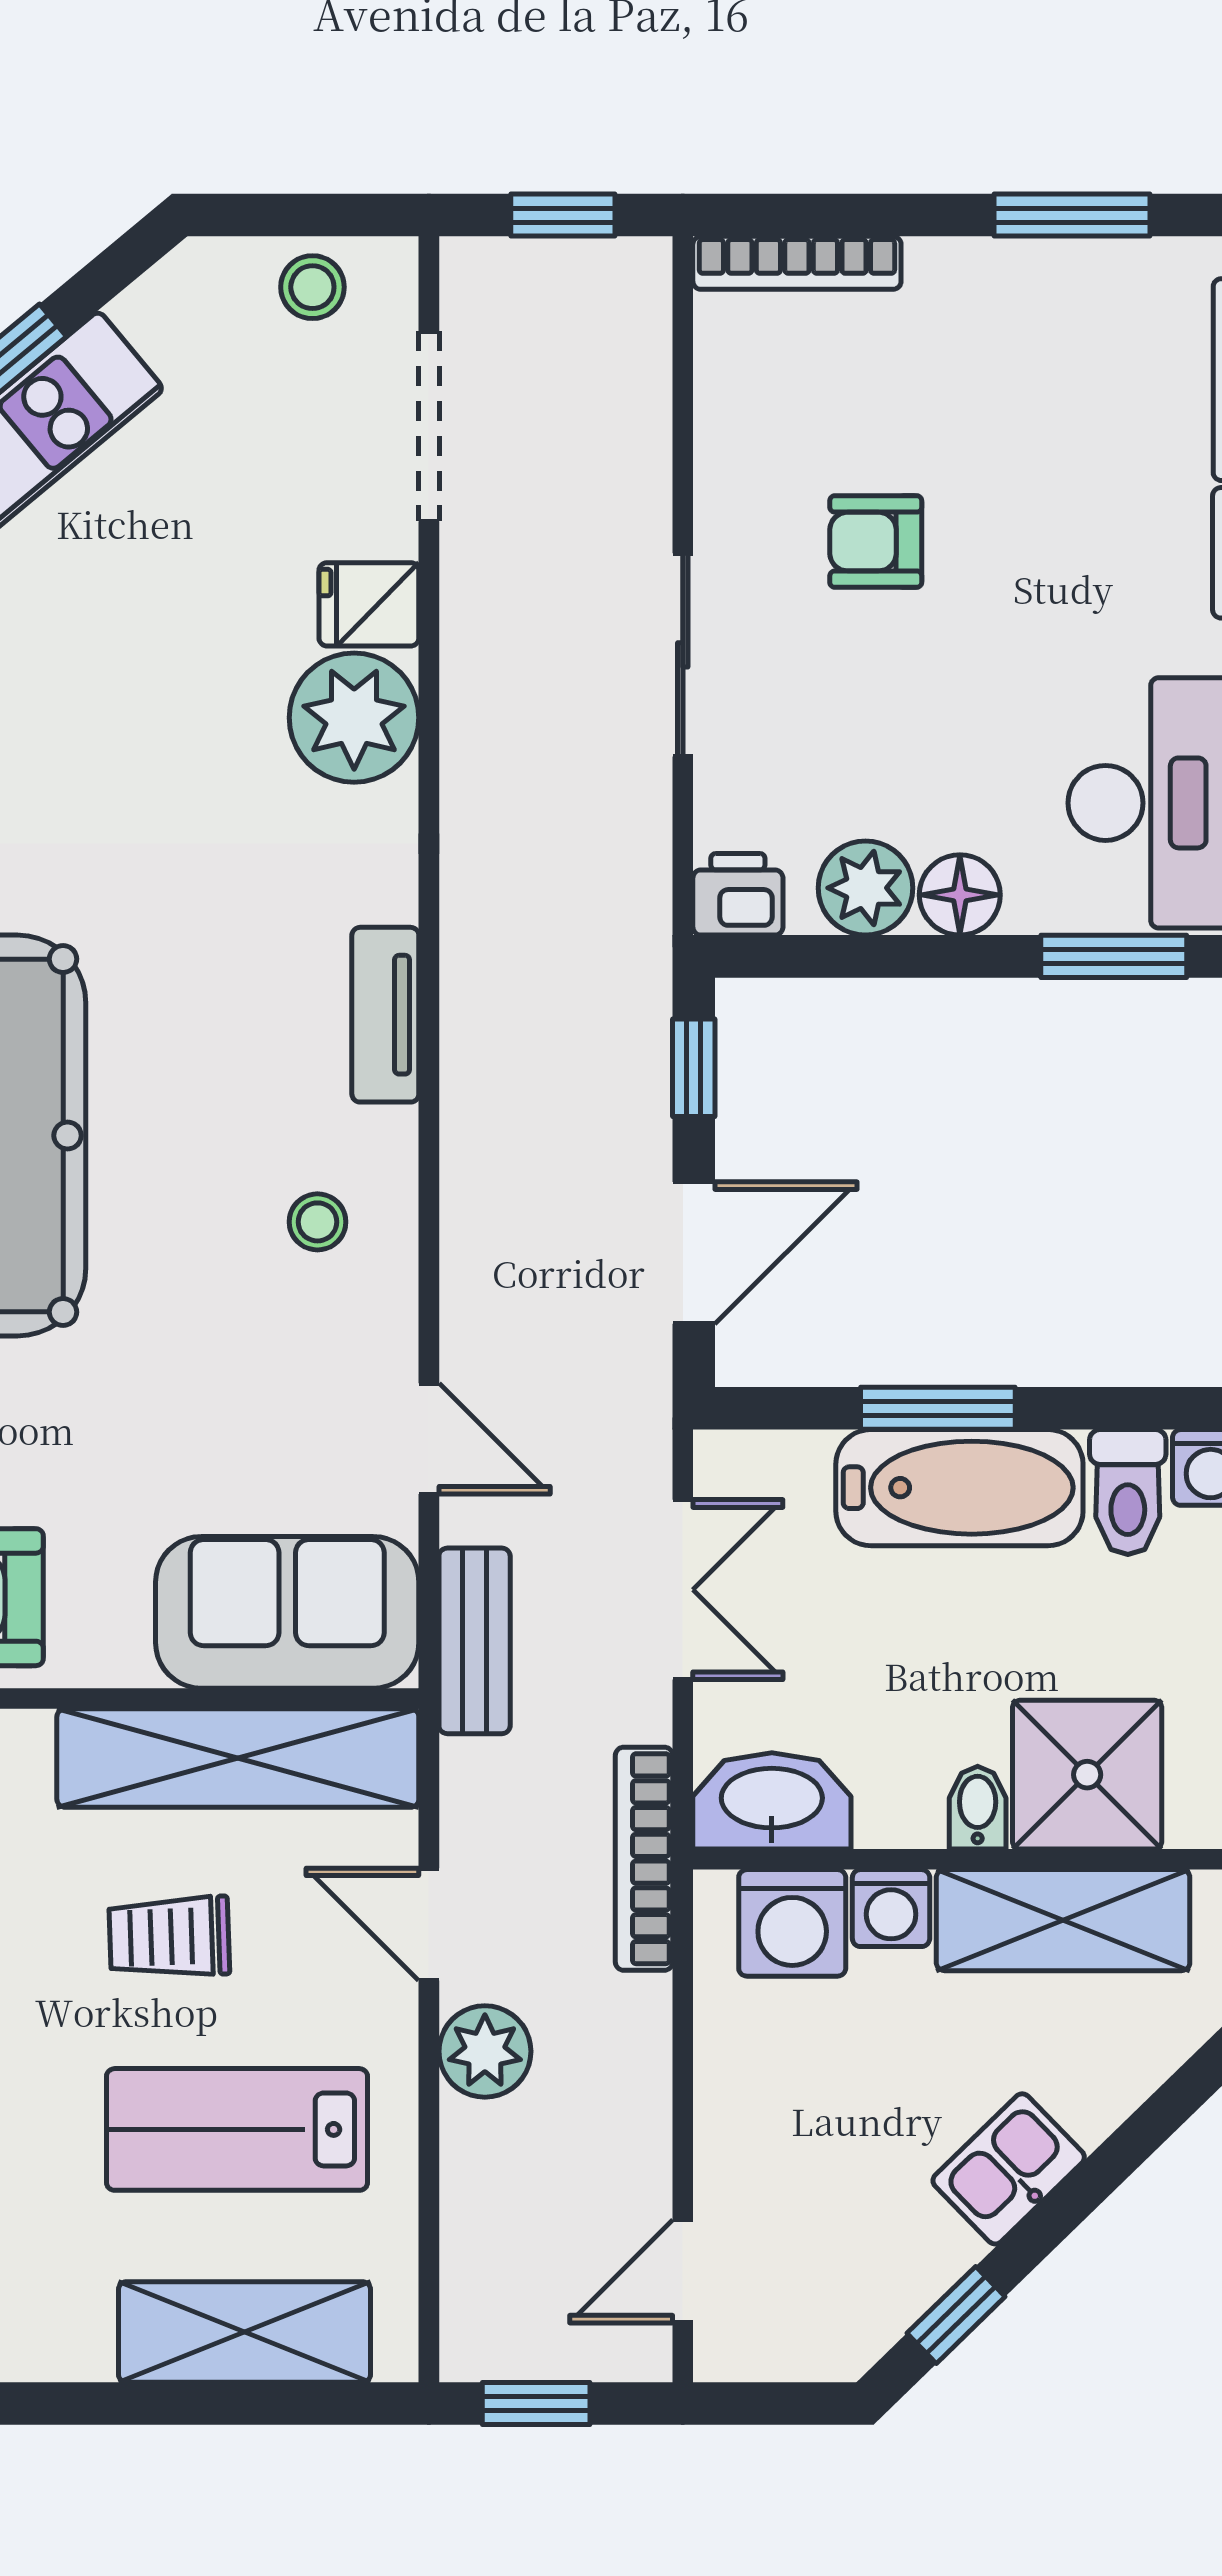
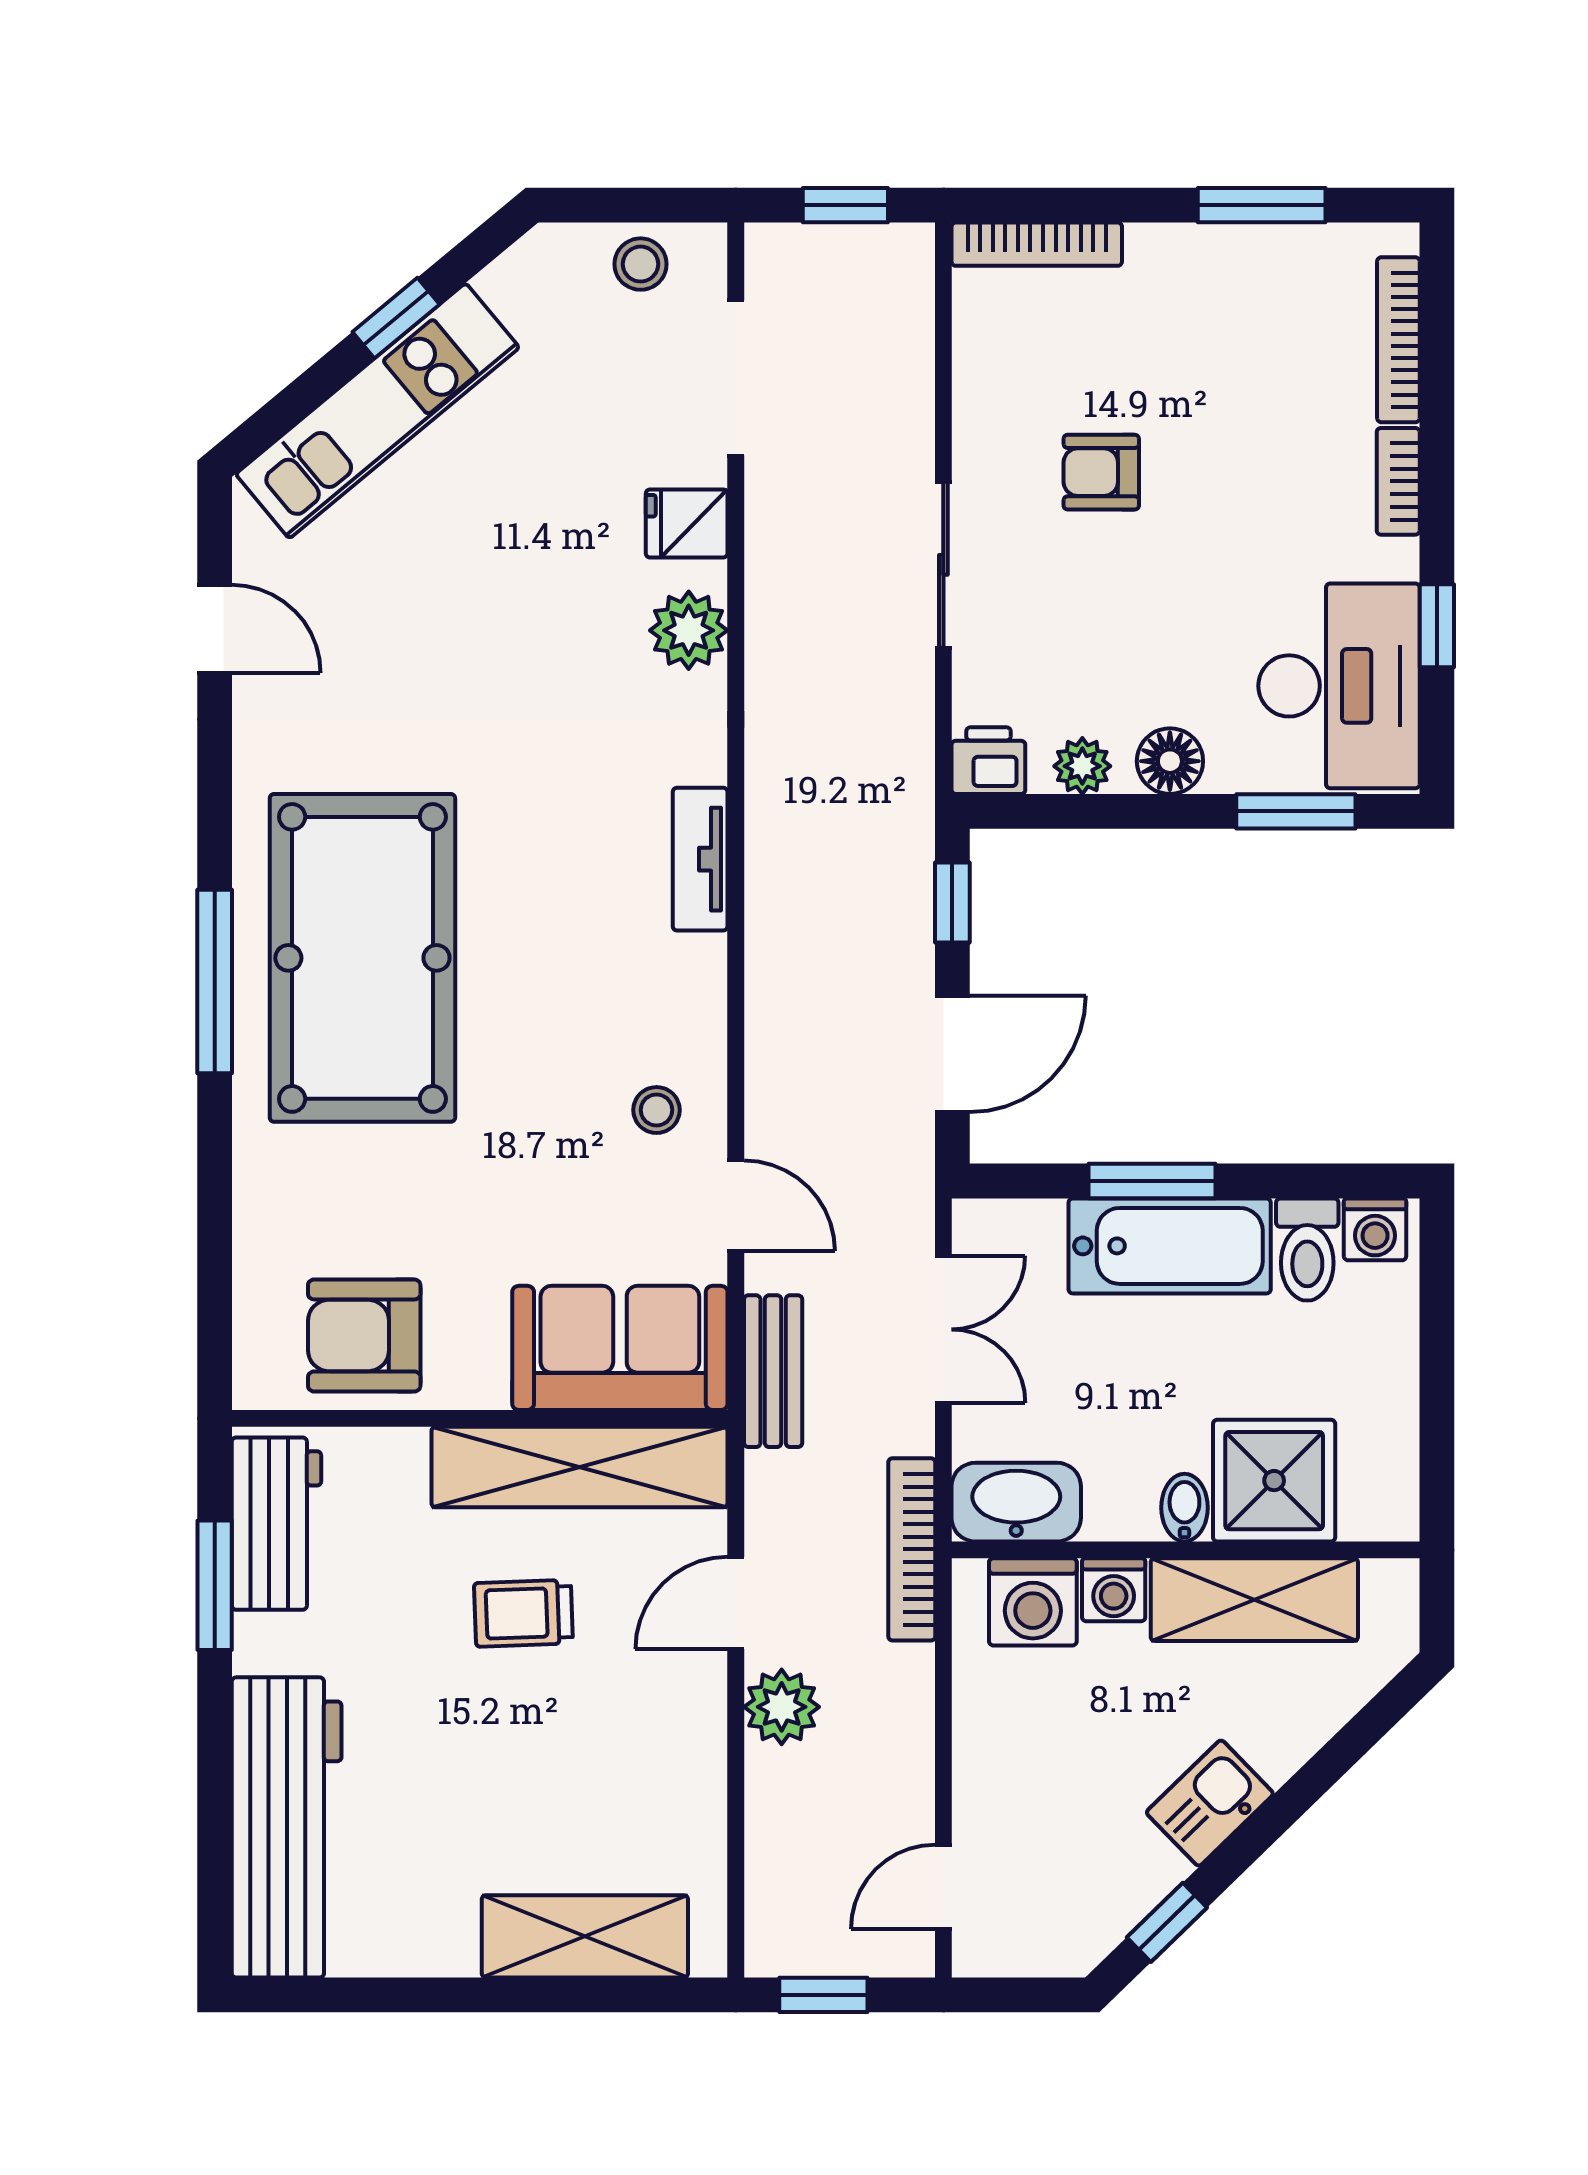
plant: (354, 718) -> (689, 630), width x0.73, depth x0.73
plant: (865, 888) -> (1082, 766), width x0.73, depth x0.73
stool: (317, 1222) -> (657, 1110), moved
door: (429, 1924) -> (736, 1603), hinge flipped
lab bench: (237, 2129) -> (579, 1771), removed

